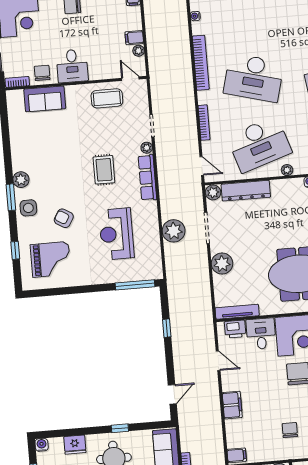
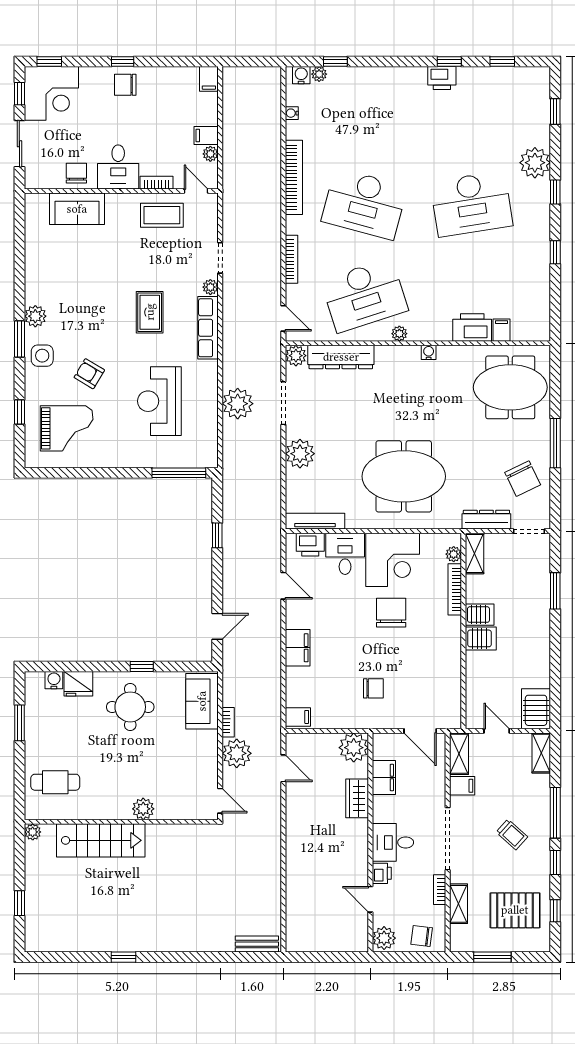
bookcase: (17, 82) -> (157, 183), moved
chair: (290, 430) -> (373, 688), turned 90
water cooler: (42, 445) -> (54, 680), moved

